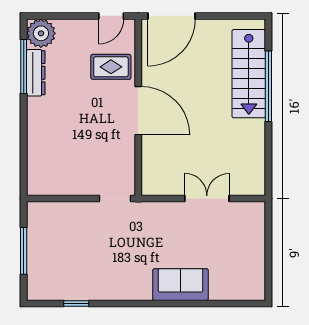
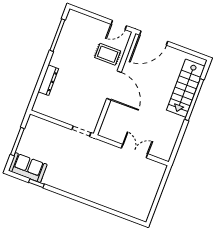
plant: (41, 33) -> (75, 20), removed
dresser: (36, 73) -> (48, 80), moved
sofa: (180, 285) -> (28, 168), moved

